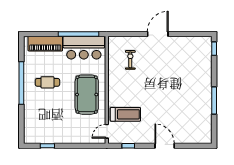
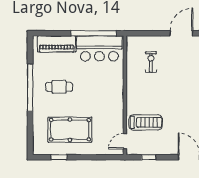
pool table: (87, 95) -> (70, 130), moved, turned 90

